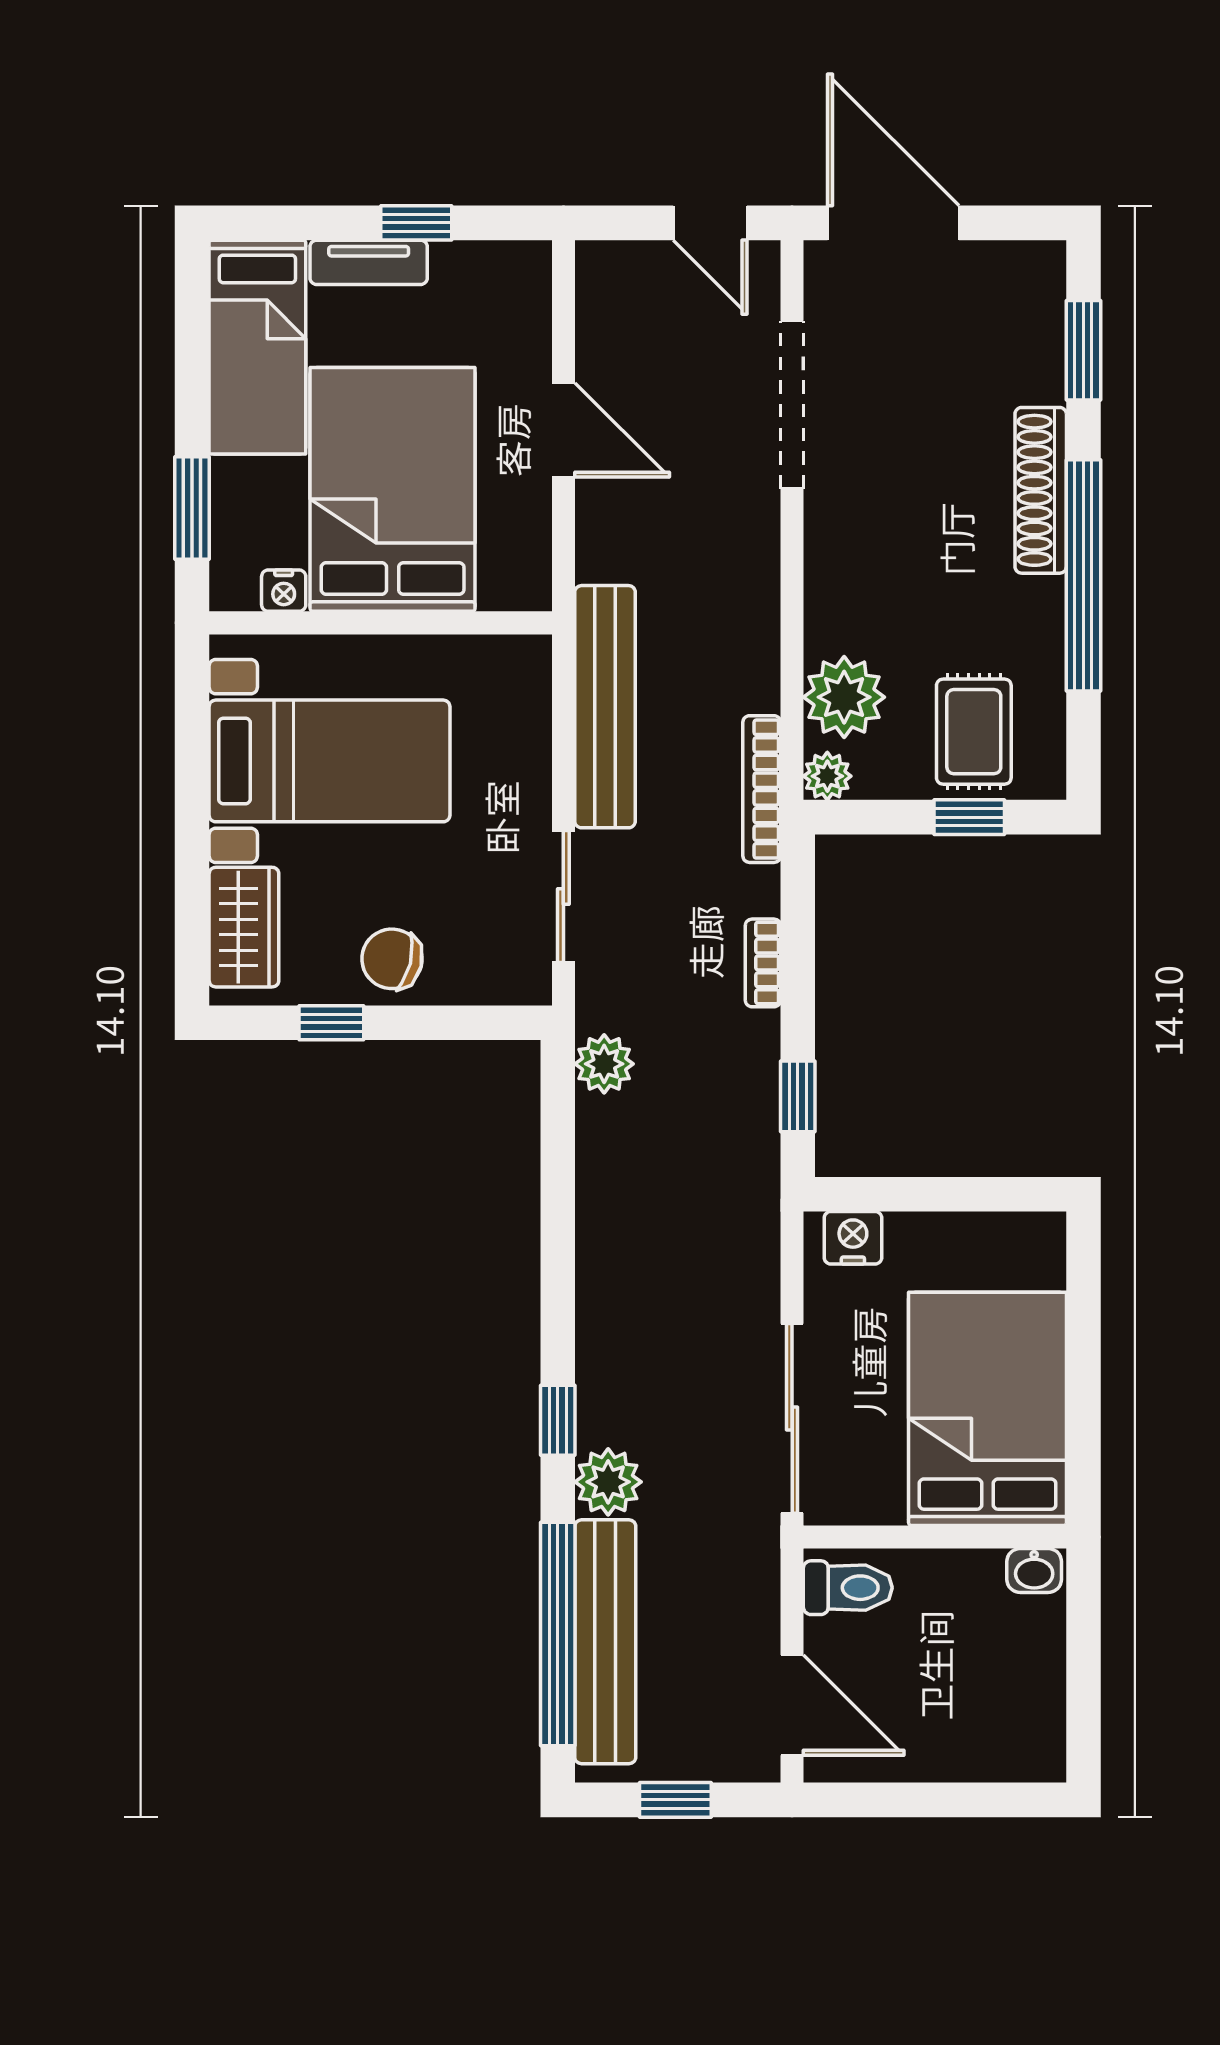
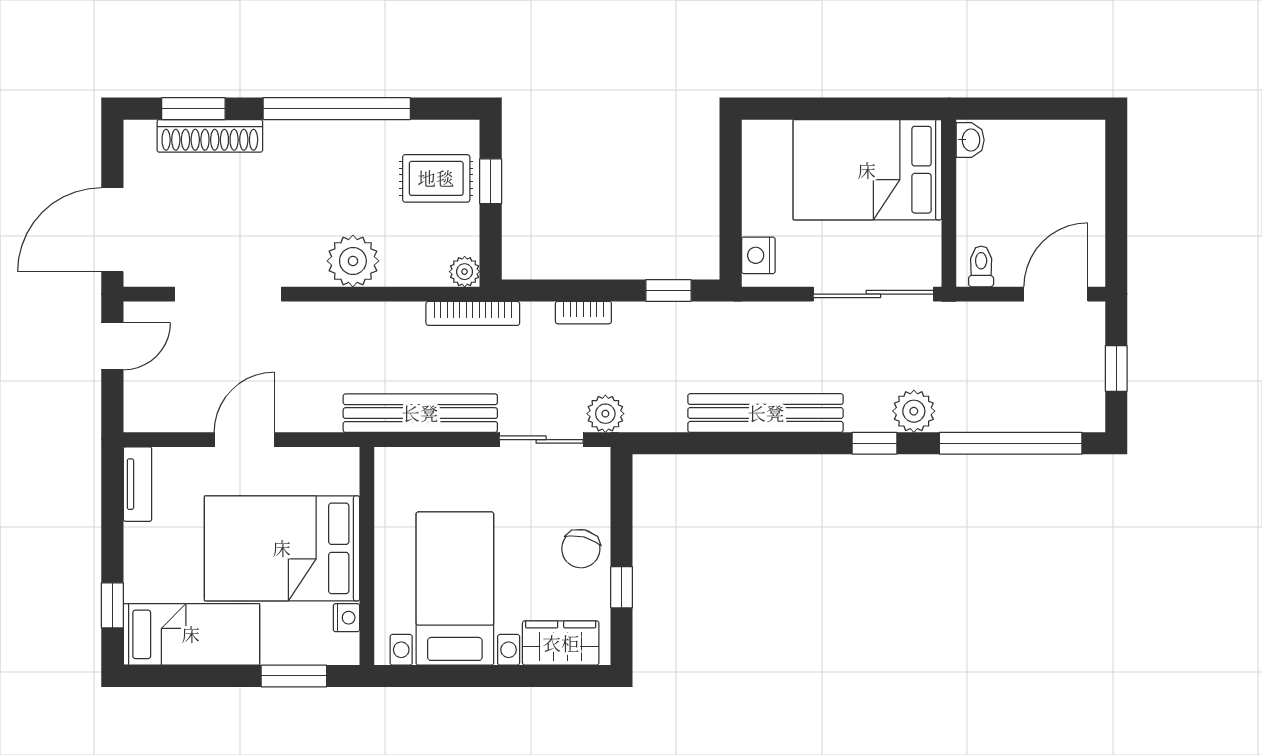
window: (416, 223) -> (112, 605), moved
tv unit: (369, 262) -> (138, 484), moved
shoe rack: (1041, 490) -> (210, 136), moved
plant: (844, 697) -> (353, 261), moved
plant: (604, 1064) -> (605, 414), moved
toilet: (848, 1588) -> (981, 266), width x0.73, depth x0.72
bench: (605, 1642) -> (766, 413), moved

